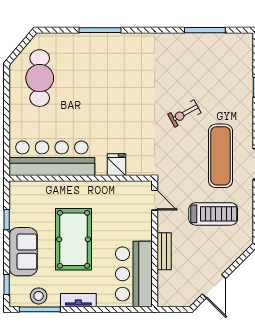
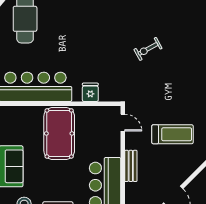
exercise mat: (220, 156) -> (179, 85), removed
pool table: (74, 239) -> (59, 133), moved

